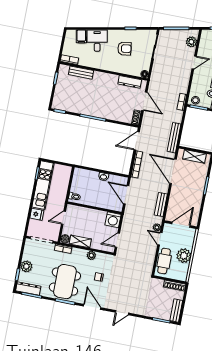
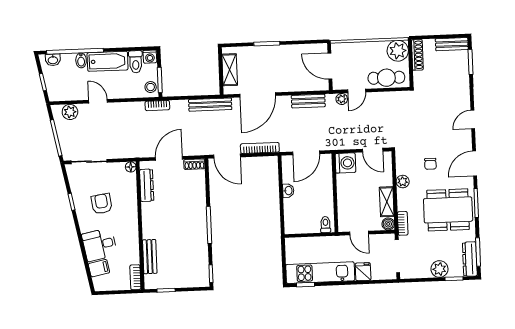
plant: (184, 256) -> (398, 51), moved
door: (122, 313) -> (473, 120), swing flipped

